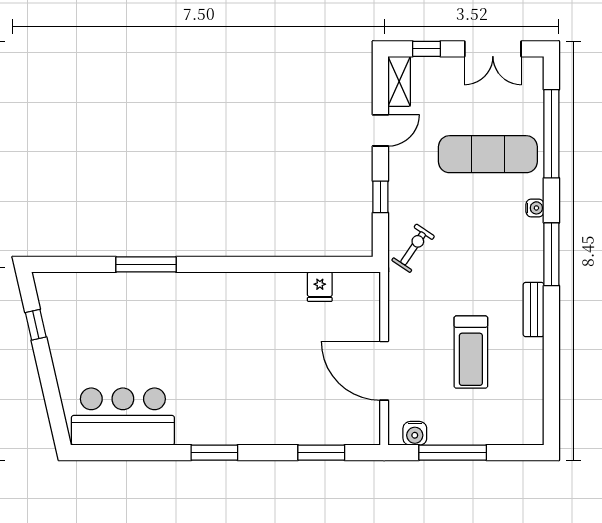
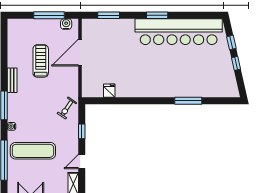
window: (36, 325) -> (236, 63), moved
door: (384, 371) -> (80, 52), swing flipped
window: (51, 392) -> (231, 43), added
bar counter: (123, 417) -> (179, 32), width x1.86

